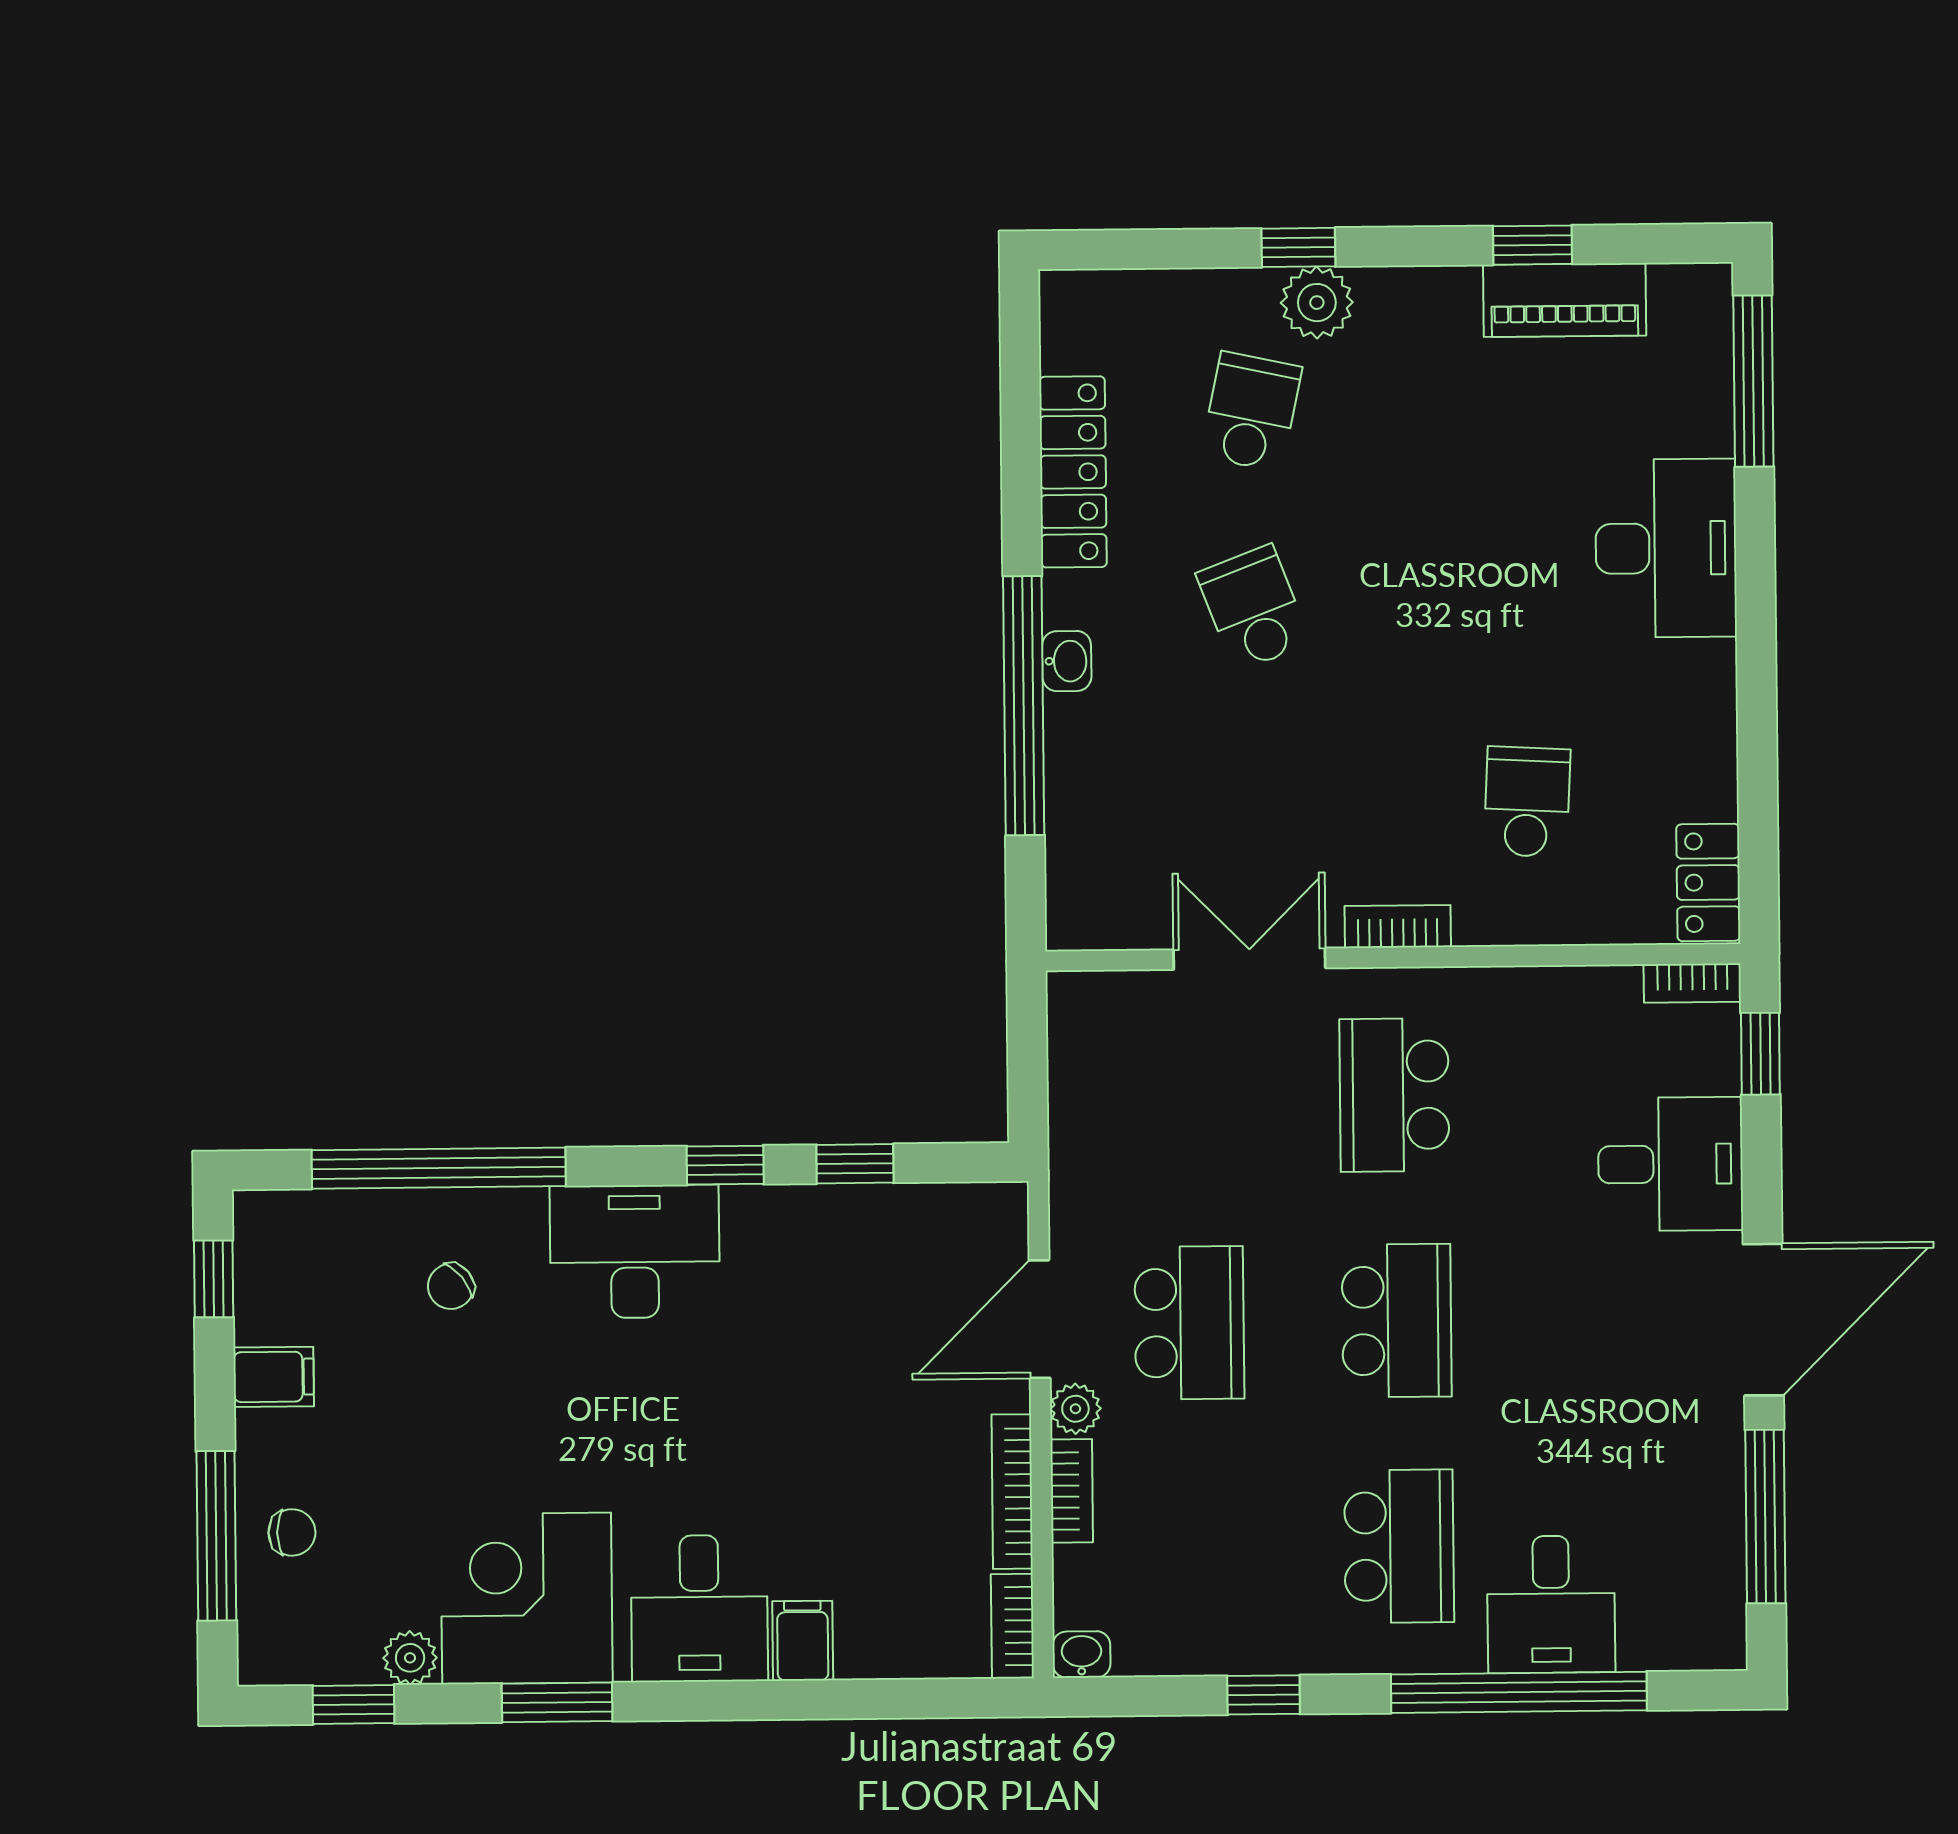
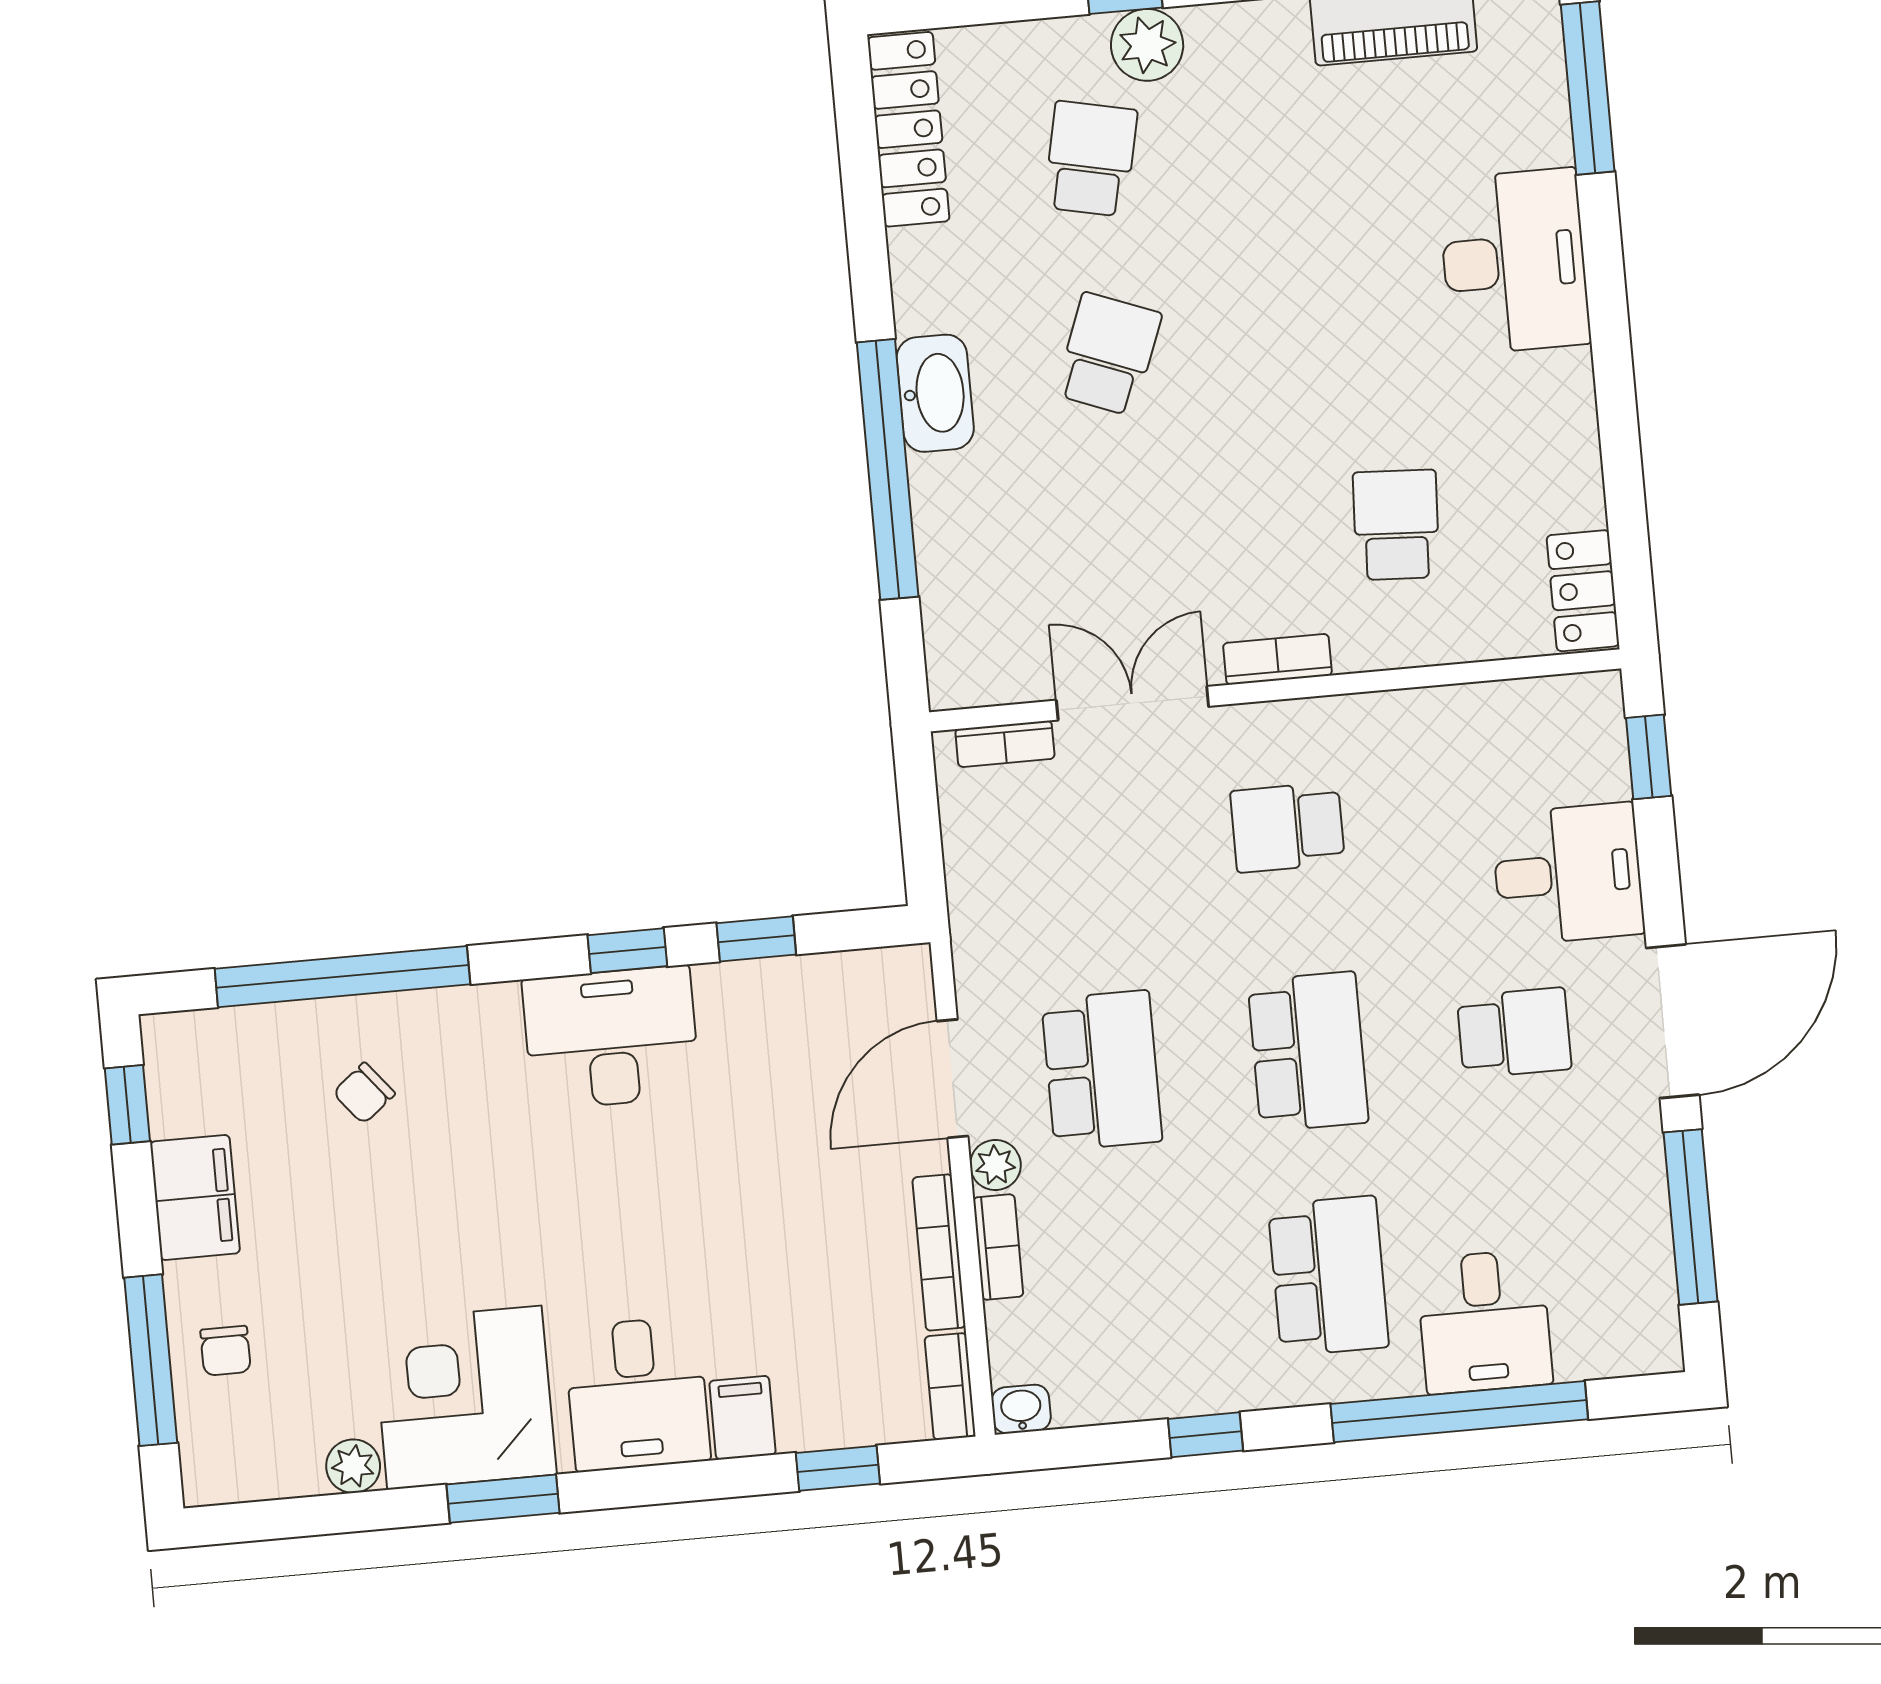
locker: (1073, 472) -> (908, 129), moved
school desk: (1253, 608) -> (1108, 354), turned 42
washbasin: (1067, 661) -> (935, 393), width x1.91, depth x1.45
bookcase: (1692, 983) -> (1005, 744), moved
school desk: (1394, 1095) -> (1288, 827), width x0.54
desk: (635, 1252) -> (611, 1038), moved
school desk: (1604, 1318) -> (1514, 1033), added
filing cabinet: (274, 1377) -> (195, 1197), width x2.00
chair: (292, 1532) -> (226, 1351), turned 90
window: (353, 1705) -> (838, 1468), moved

